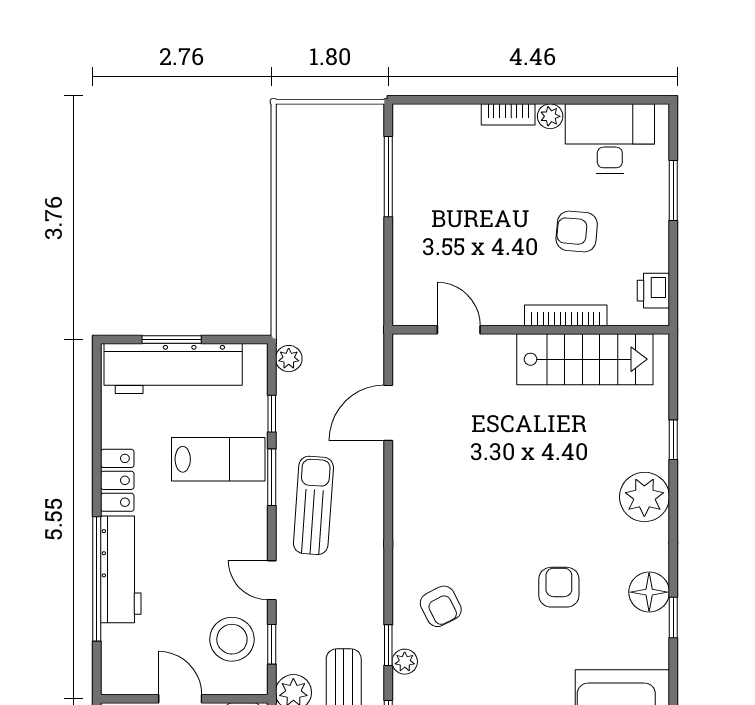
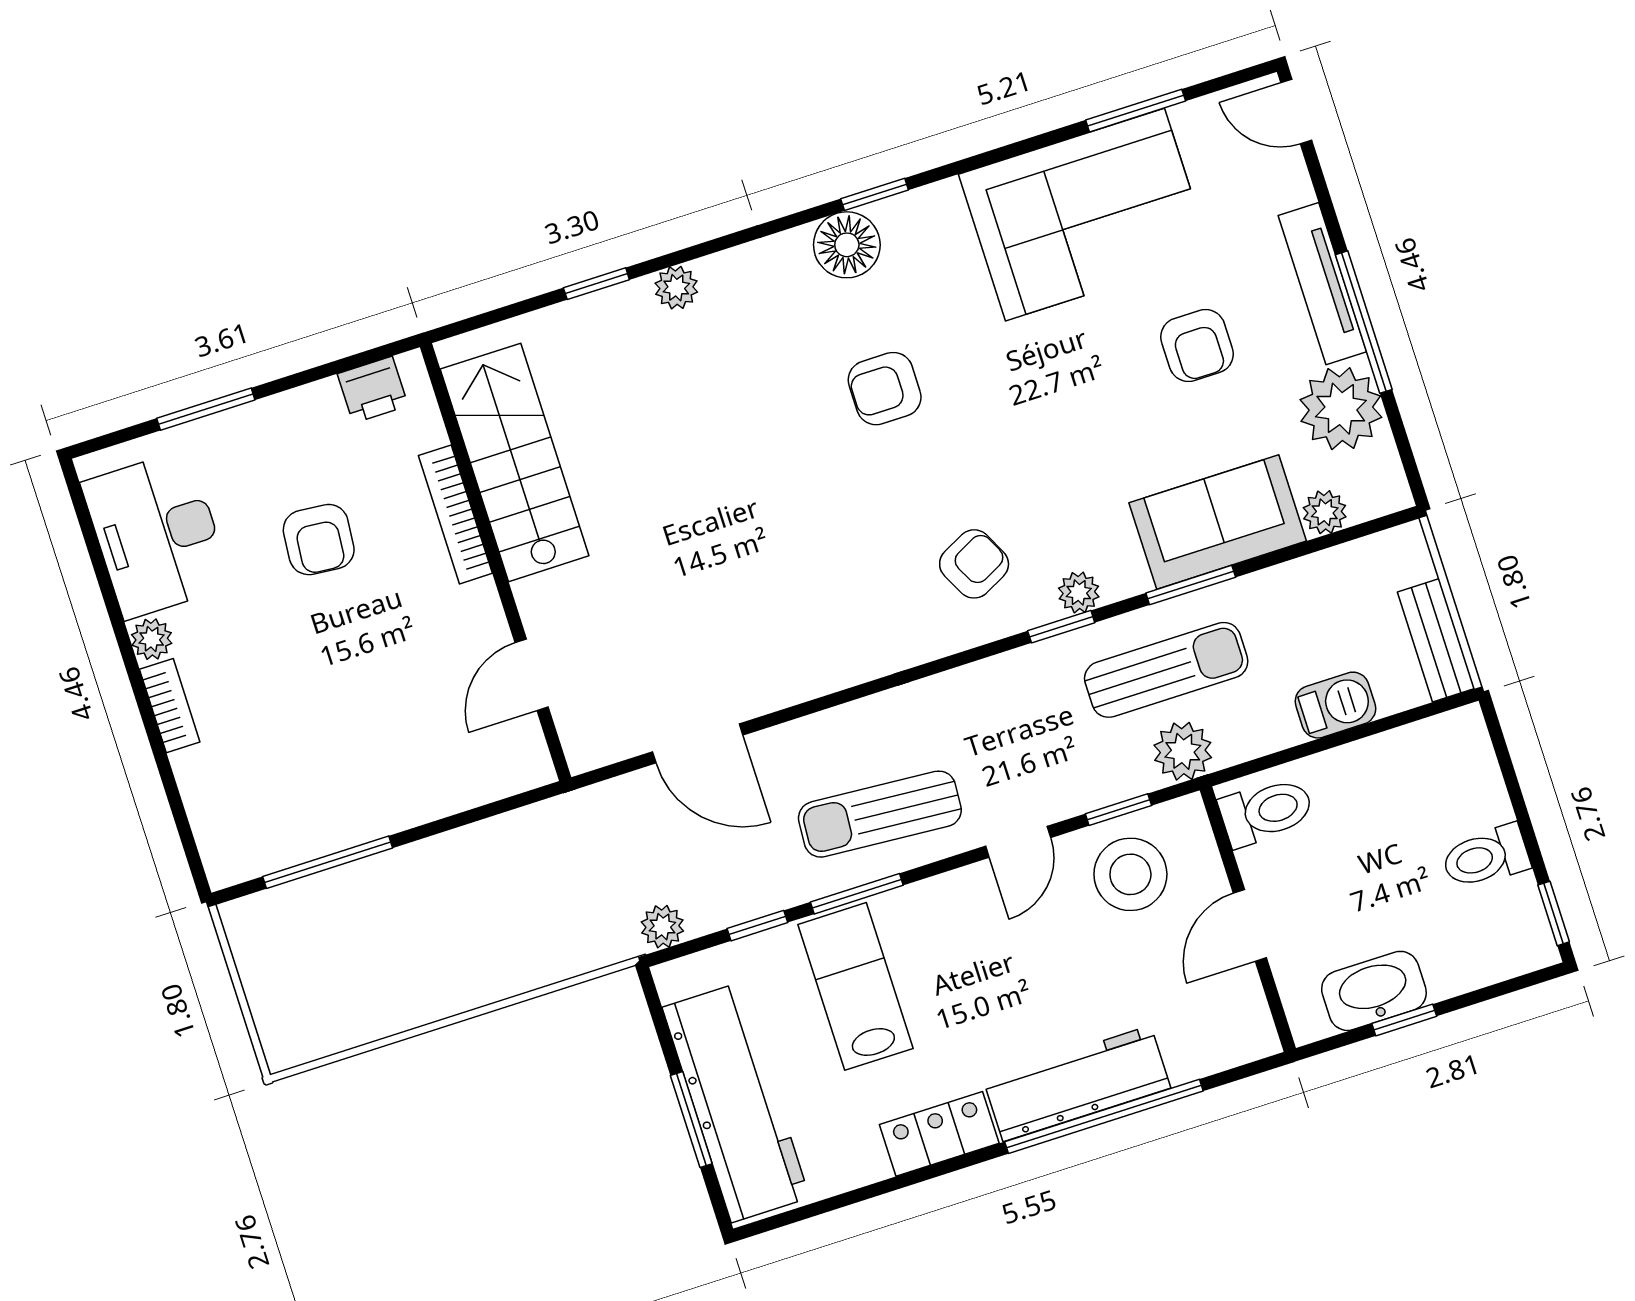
plant: (644, 497) -> (676, 288), width x0.53, depth x0.53

